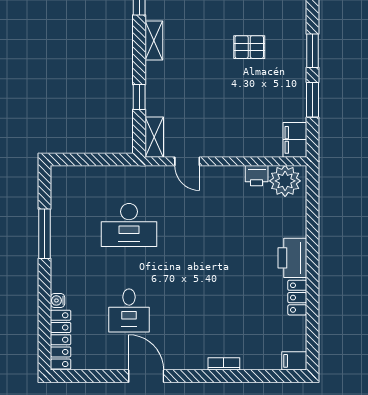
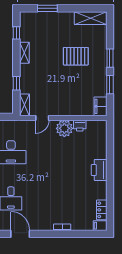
pallet: (249, 47) -> (76, 56), width x1.50, depth x1.42
door: (187, 161) -> (42, 118), hinge flipped
plant: (285, 181) -> (64, 128), moved
locker: (297, 298) -> (102, 210), moved

